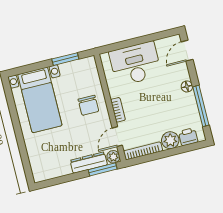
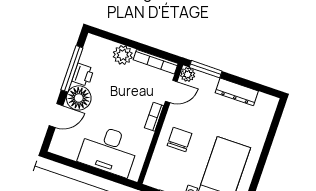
door: (187, 51) -> (56, 116), moved
floor lamp: (187, 86) -> (79, 98), width x1.89, depth x1.89
printer: (188, 137) -> (83, 75), moved, turned -90
dresser: (89, 162) -> (237, 92), moved

